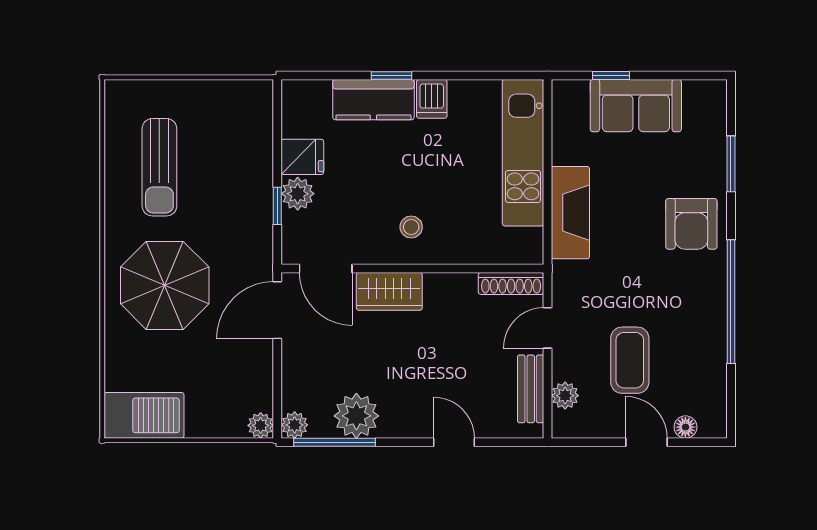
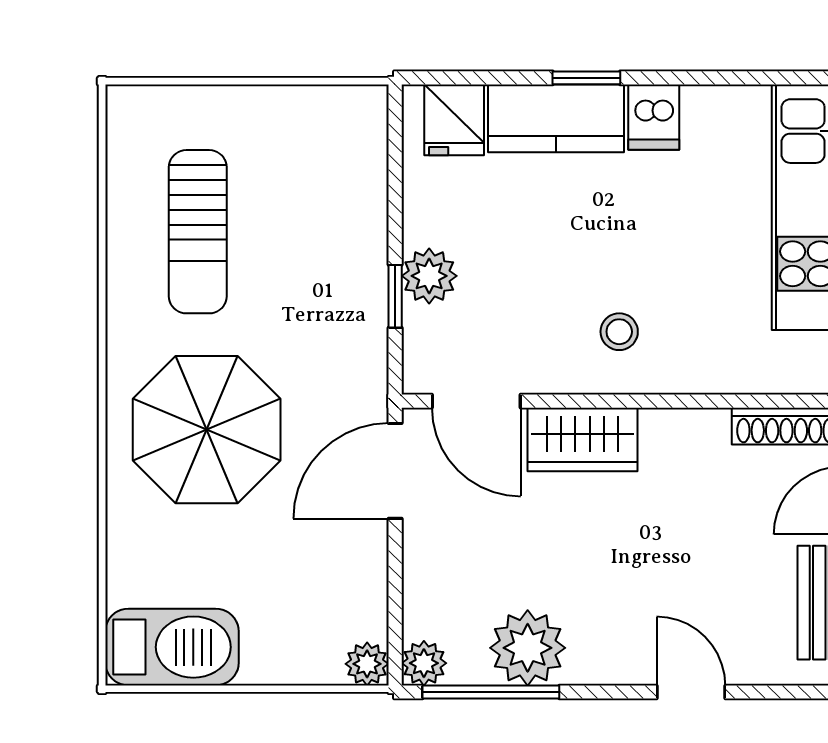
fridge: (302, 157) -> (454, 120), moved, turned 90

